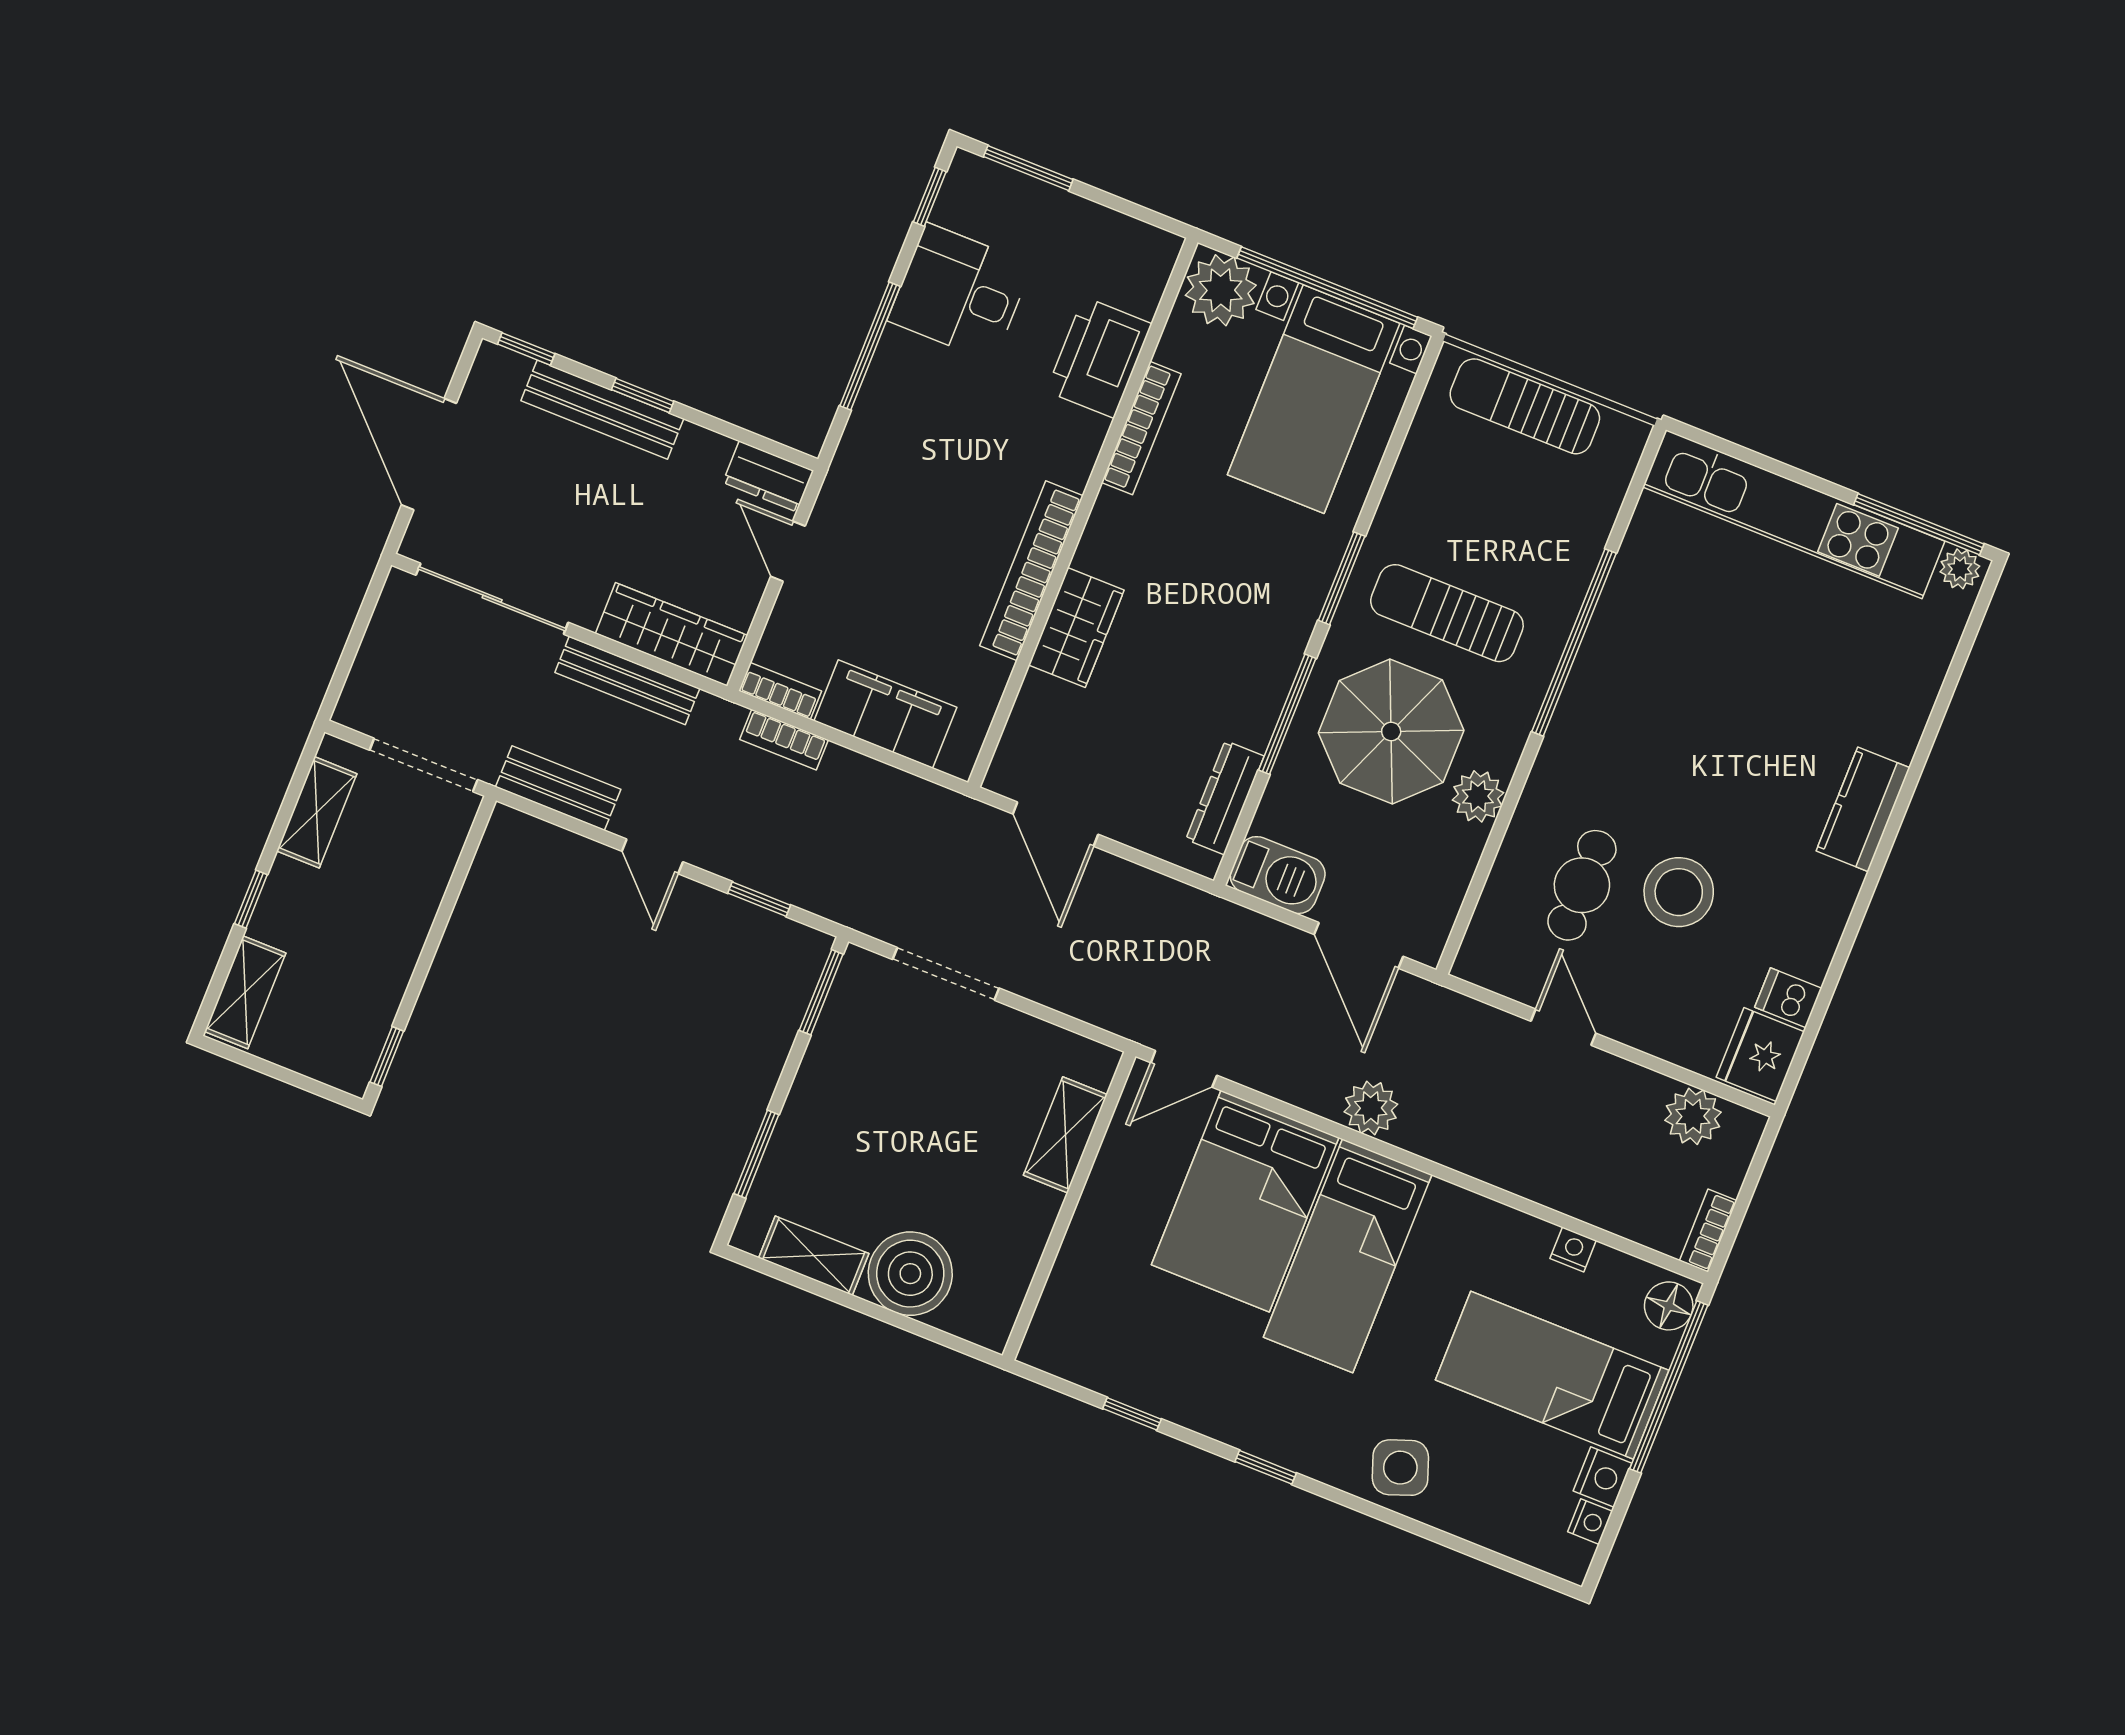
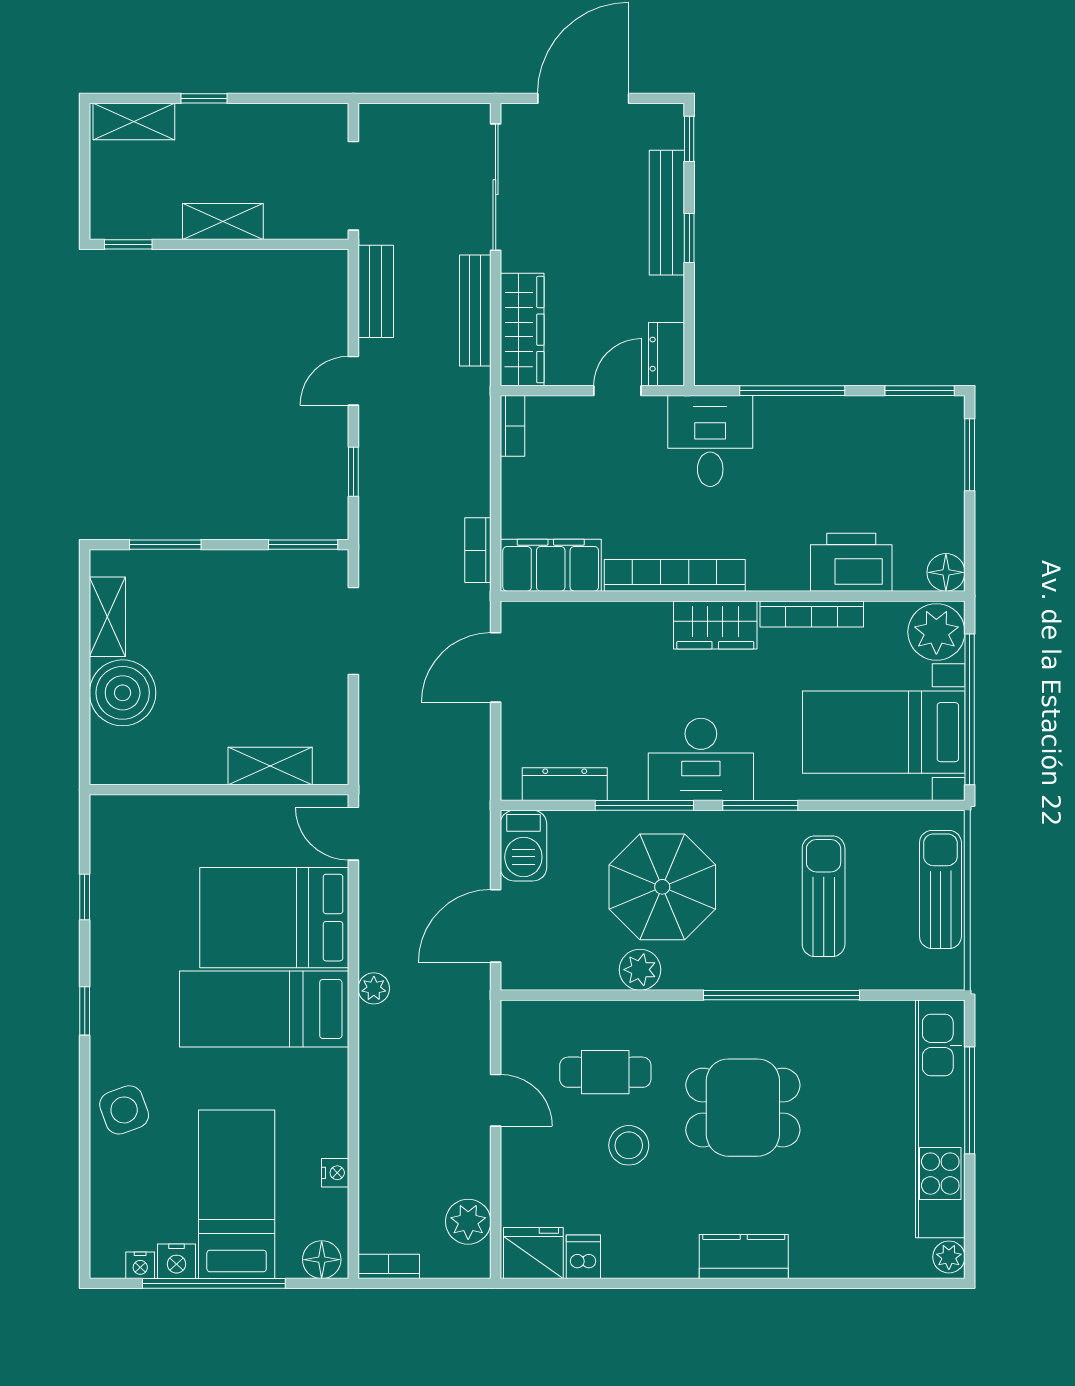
window: (930, 197) -> (920, 391), width x1.50
floor lamp: (1155, 251) -> (946, 572), added
desk: (960, 293) -> (710, 441), moved
window: (1919, 524) -> (970, 1100), moved
sun lounger: (1447, 613) -> (824, 896), moved
desk: (1260, 626) -> (701, 759), added
wardrobe: (1076, 627) -> (715, 625), moved
filing cabinet: (885, 714) -> (551, 565), moved, turned -90
bookcase: (784, 740) -> (478, 550), moved
dining table: (1688, 740) -> (743, 1108), added
shelving: (317, 812) -> (223, 222), moved
stool: (1679, 892) -> (629, 1145), width x0.73, depth x0.73
door: (1563, 1027) -> (496, 1100), hinge flipped
plant: (1371, 1108) -> (374, 988), width x0.73, depth x0.73
window: (1669, 1387) -> (214, 1283), moved

